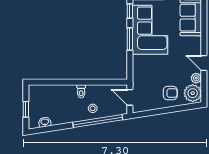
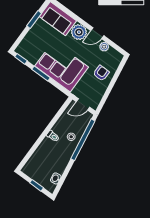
corner sofa: (150, 30) -> (62, 67), moved
plant: (193, 93) -> (79, 32), moved

